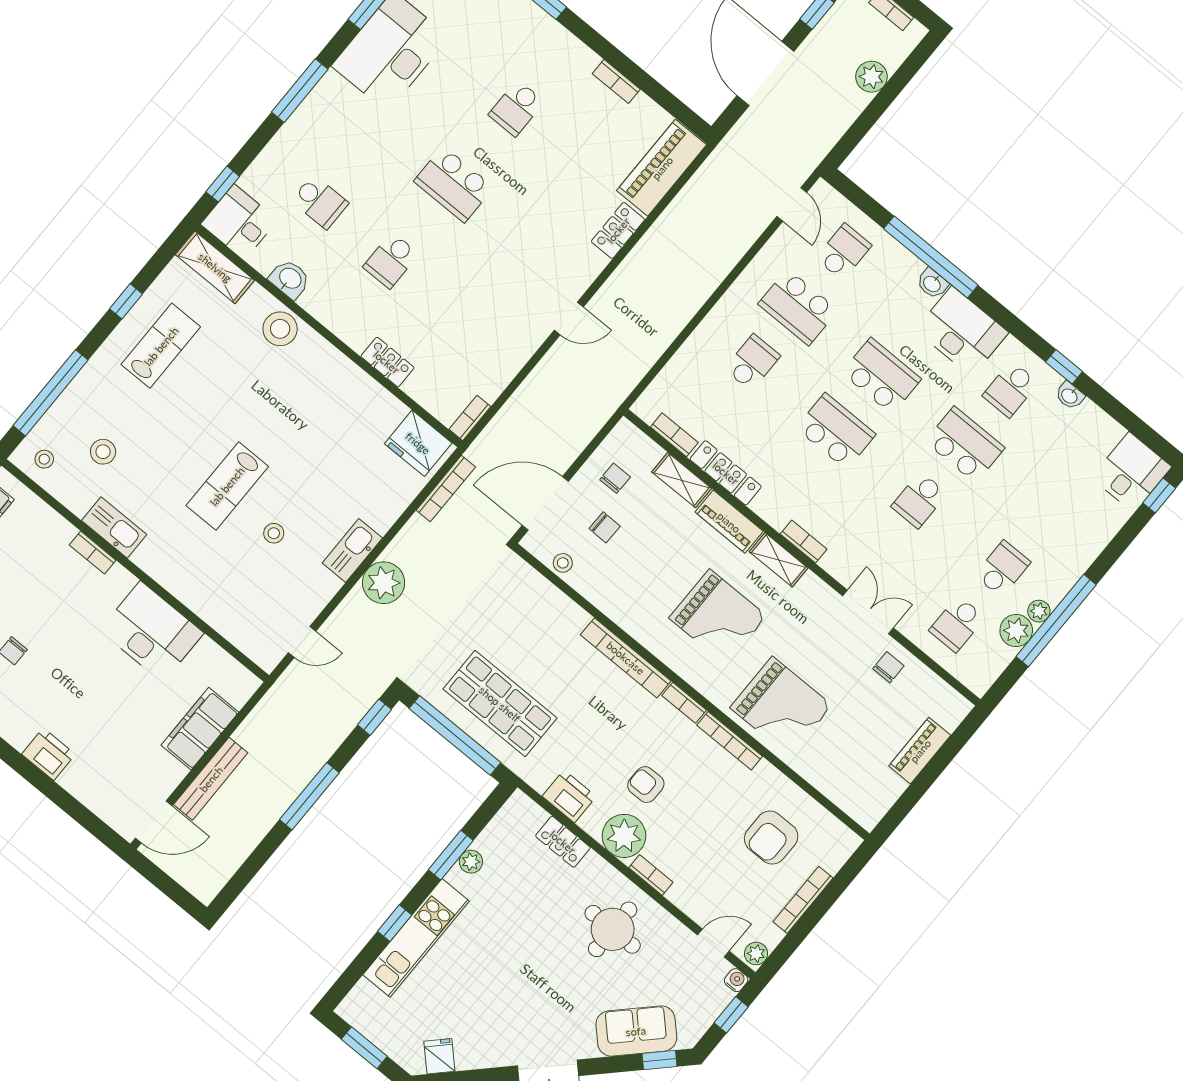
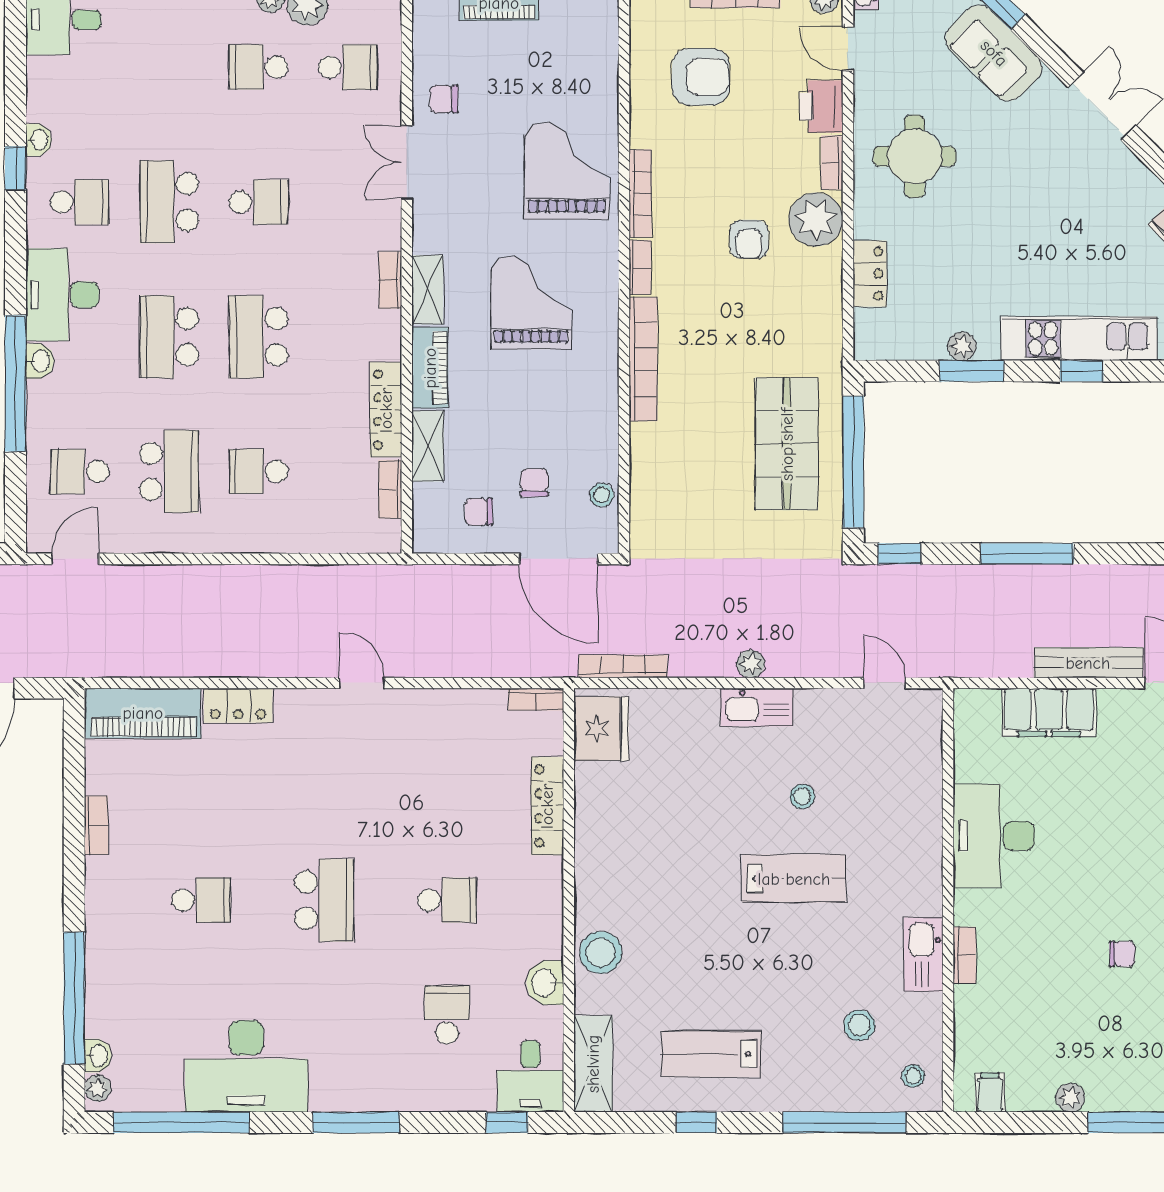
locker: (387, 362) -> (547, 806), width x1.53
plant: (384, 583) -> (751, 664), width x0.53, depth x0.53
printer: (569, 796) -> (821, 107), moved

